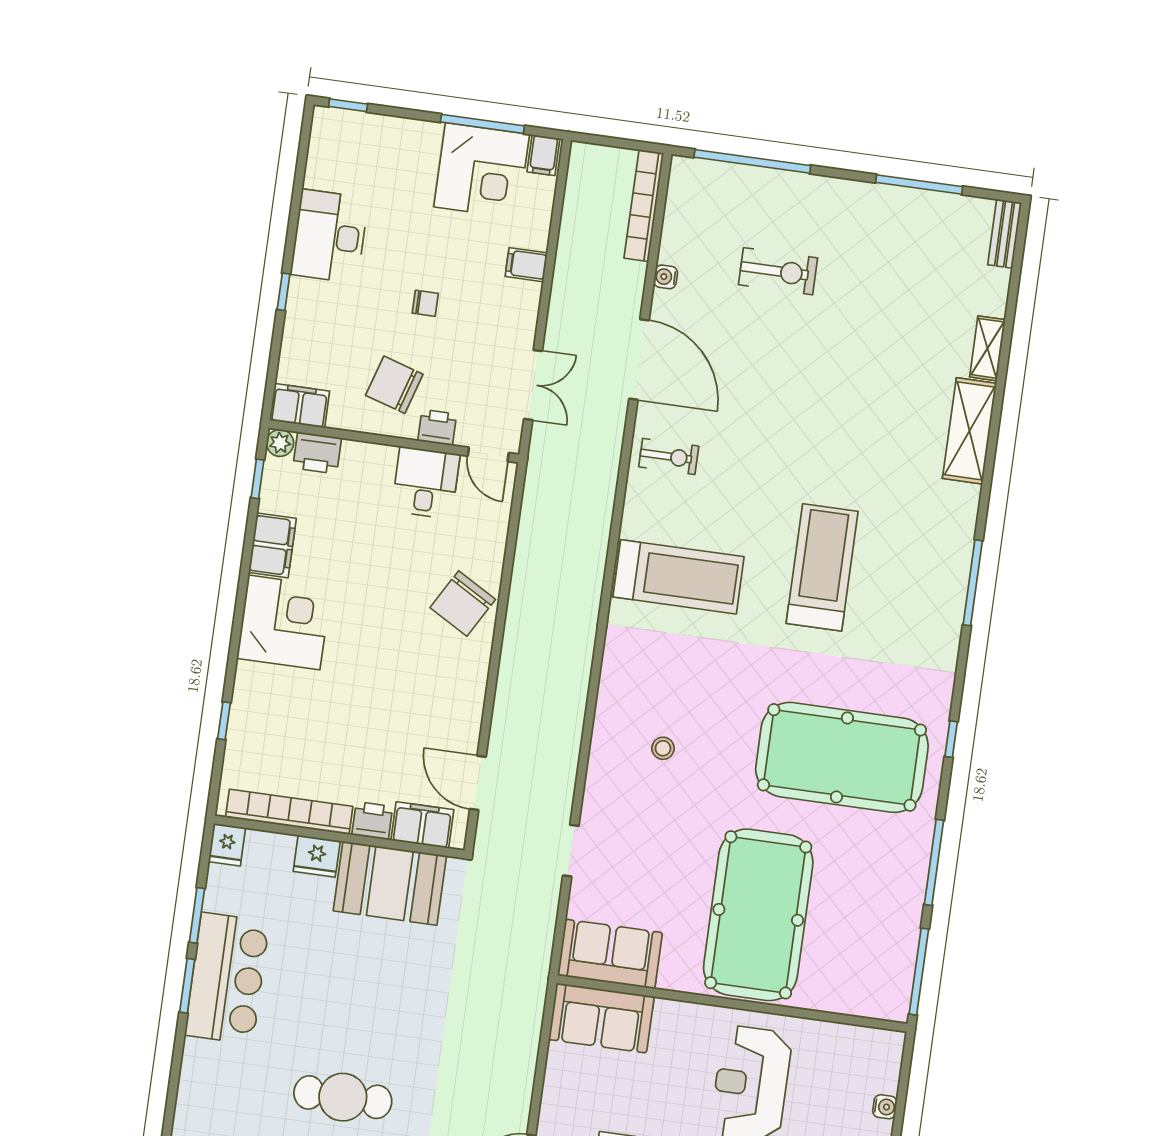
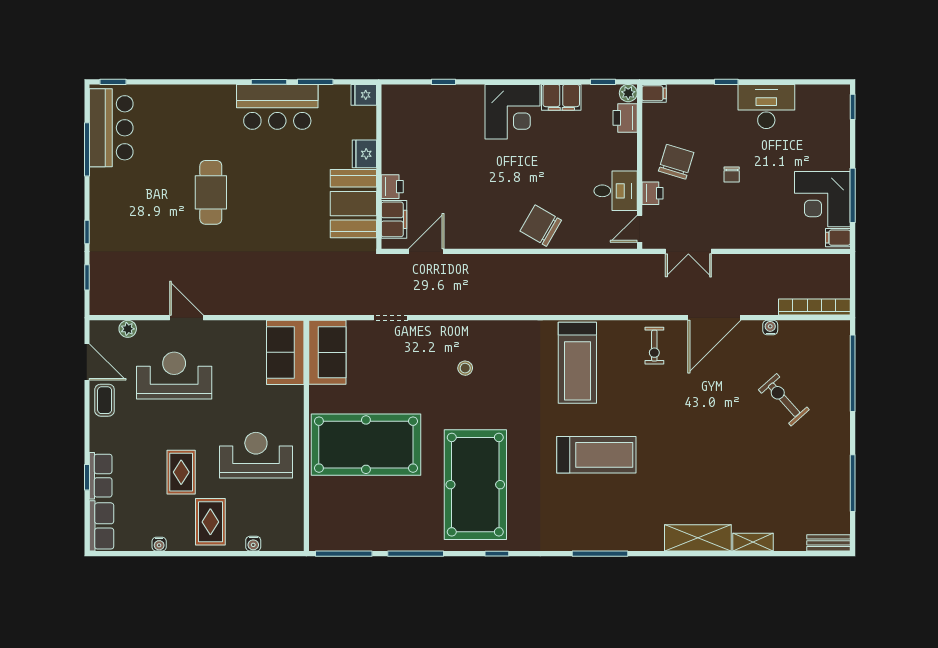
filing cabinet: (526, 265) -> (766, 236), removed
exercise bike: (778, 271) -> (784, 400), turned 138
filing cabinet: (300, 406) -> (654, 93), width x0.50
bookcase: (289, 812) -> (391, 132), removed

